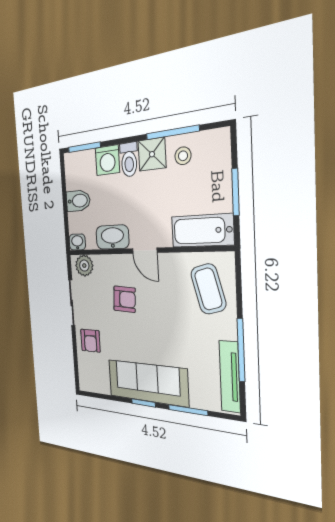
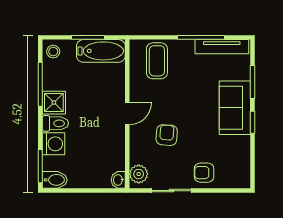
stool: (183, 156) -> (53, 52), moved
bidet: (78, 201) -> (55, 180), moved, turned 90
bathtub: (202, 231) -> (101, 51), moved, turned -90
washbasin: (112, 237) -> (116, 143), removed
coffee table: (208, 289) -> (157, 61), turned -75
armchair: (90, 341) -> (204, 173), turned 180
sofa: (147, 383) -> (235, 108), width x0.73

